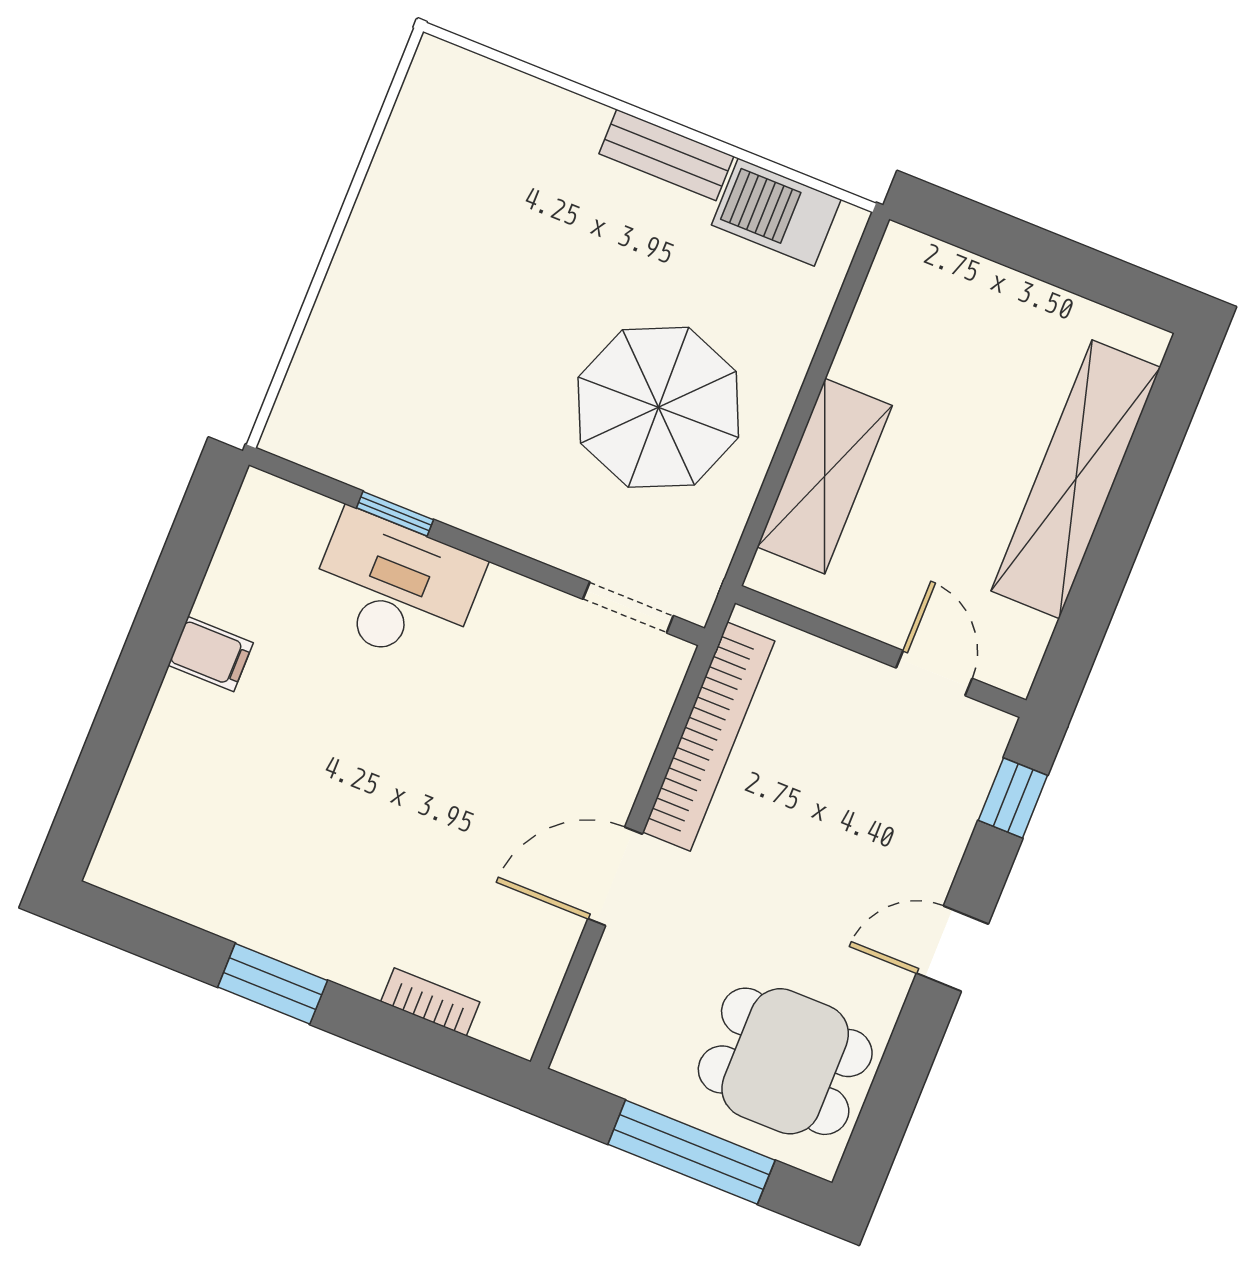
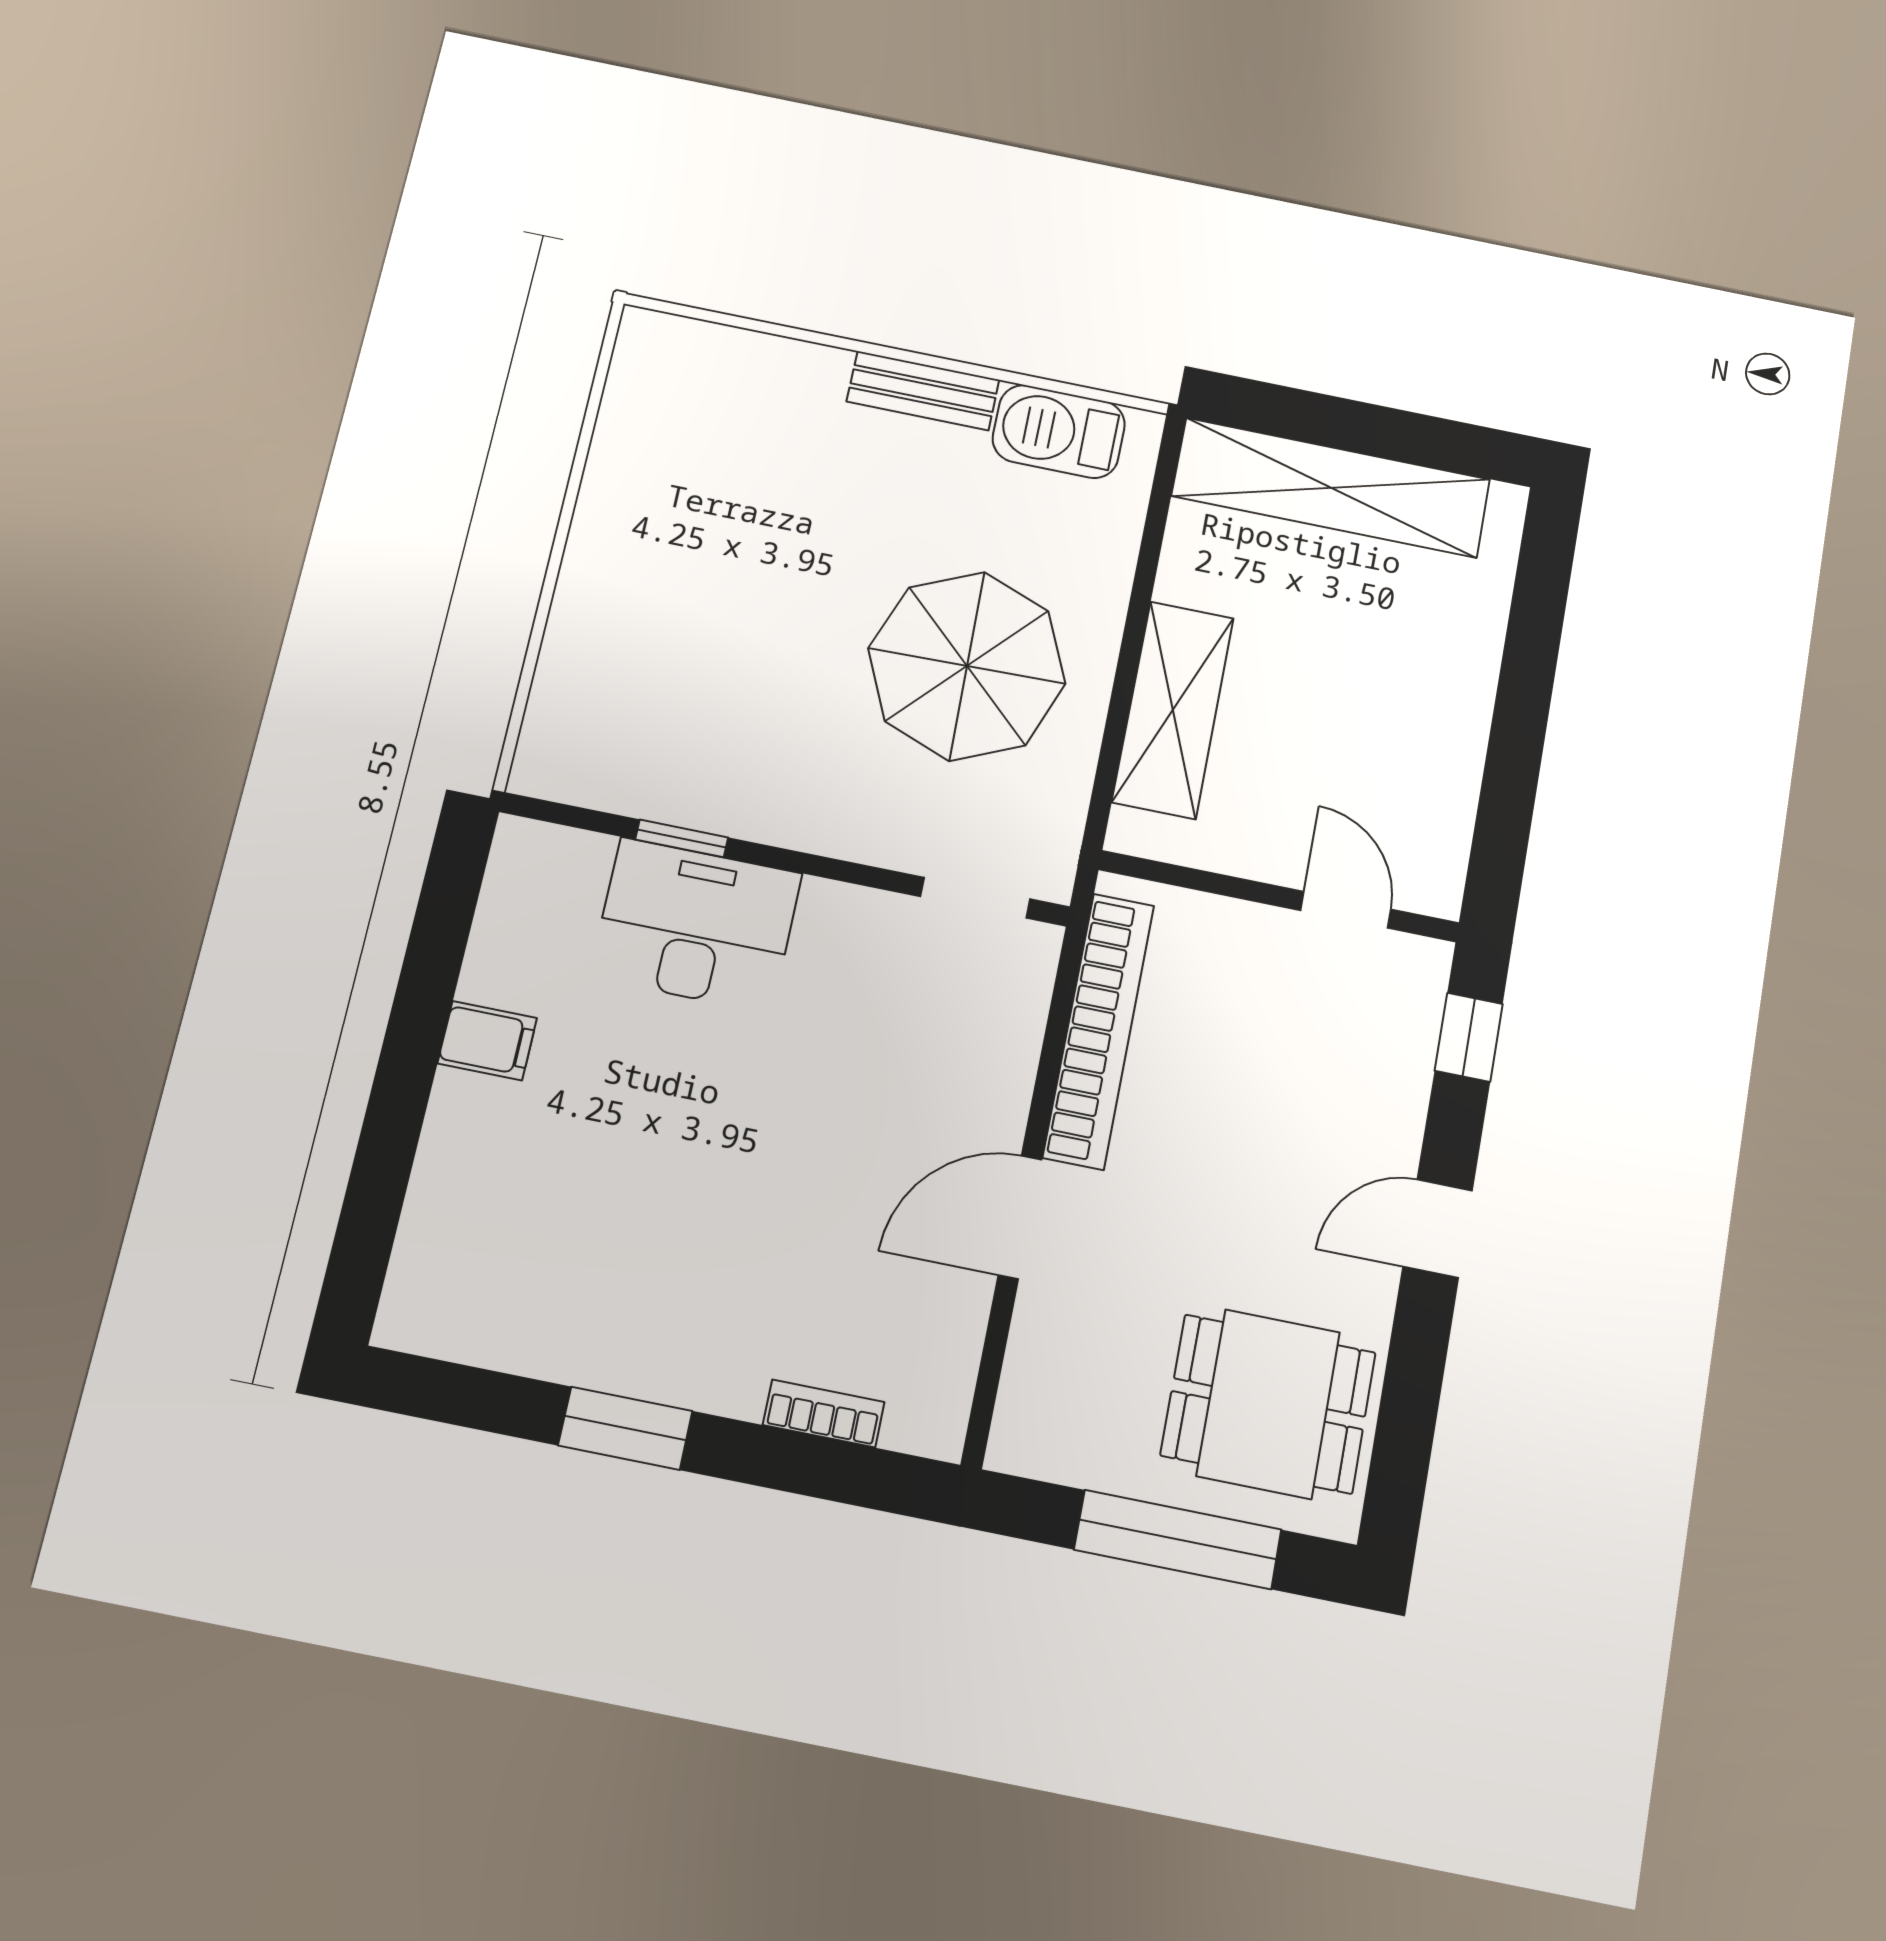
shelving: (1076, 479) -> (1331, 488), moved, turned 90

